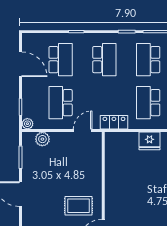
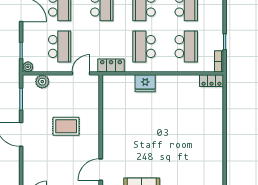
school desk: (61, 103) -> (60, 47), turned 180
rug: (79, 206) -> (66, 126), moved

